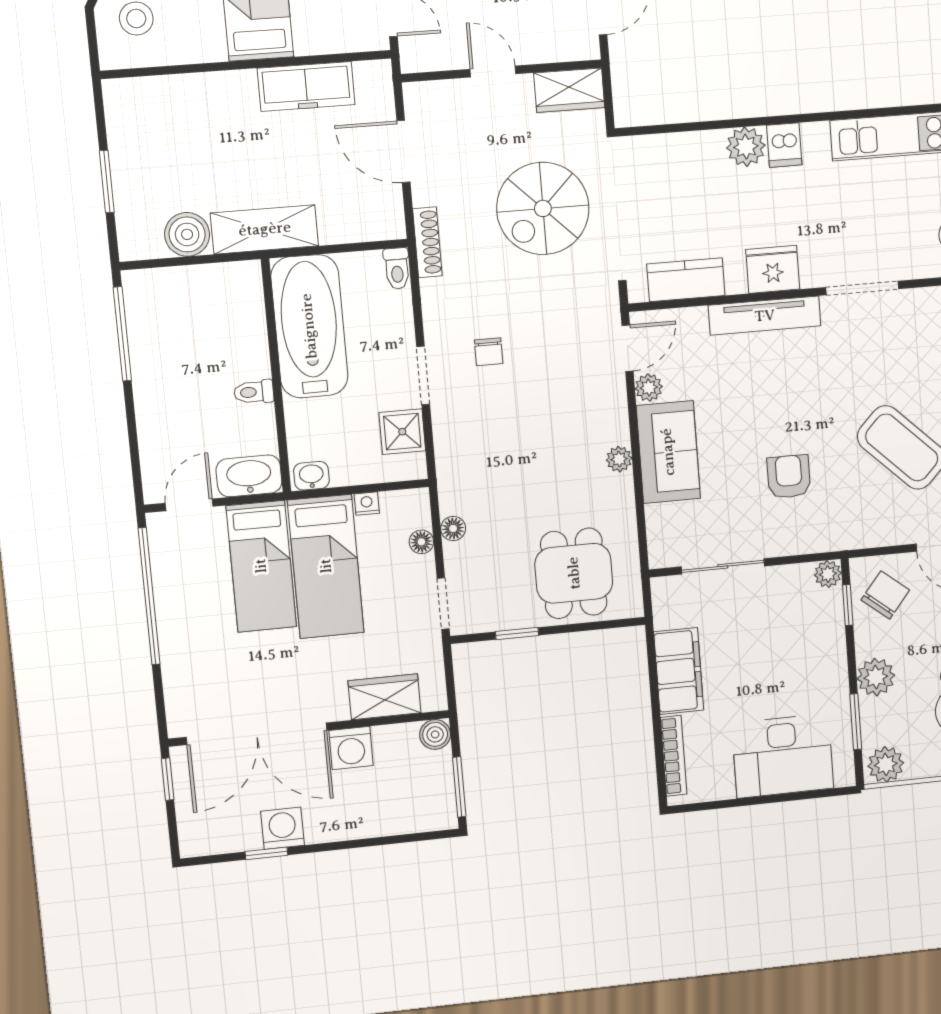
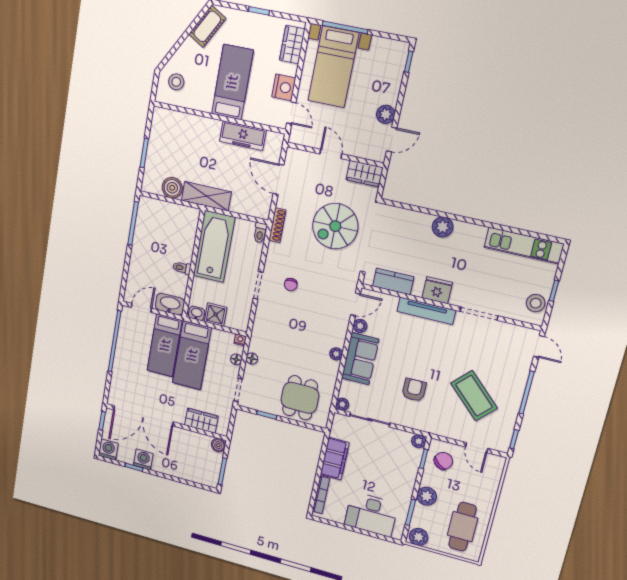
dishwasher: (784, 145) -> (462, 232), removed
shower: (402, 432) -> (216, 315), moved
nightstand: (367, 504) -> (240, 340), moved
plant: (661, 555) -> (342, 404), added
washing machine: (351, 748) -> (108, 449), moved, turned 180

